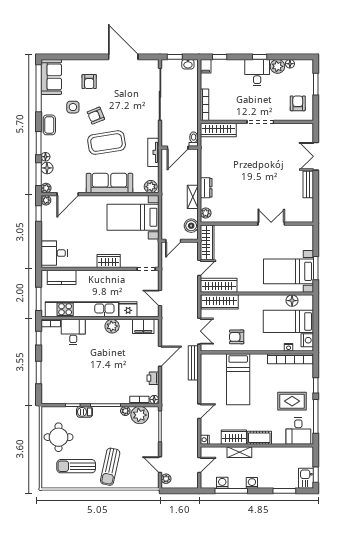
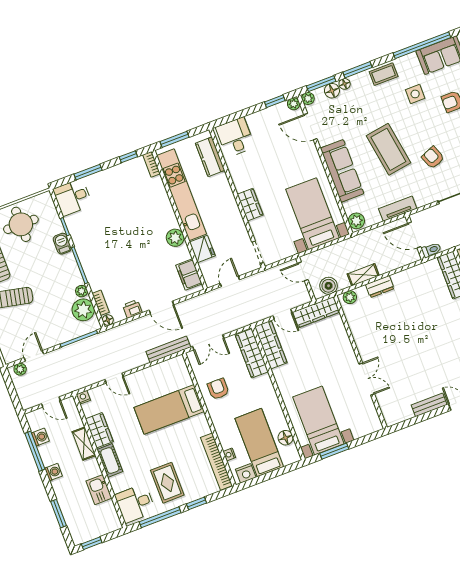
armchair: (96, 116) -> (433, 158), moved
desk: (73, 332) -> (73, 197), moved, turned 180
kitchen sink: (306, 478) -> (99, 490), moved, turned -90

